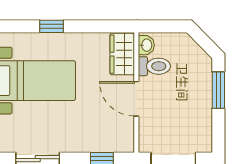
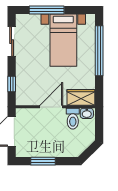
window: (52, 26) -> (99, 51), width x3.17
window: (218, 90) -> (43, 161), moved

